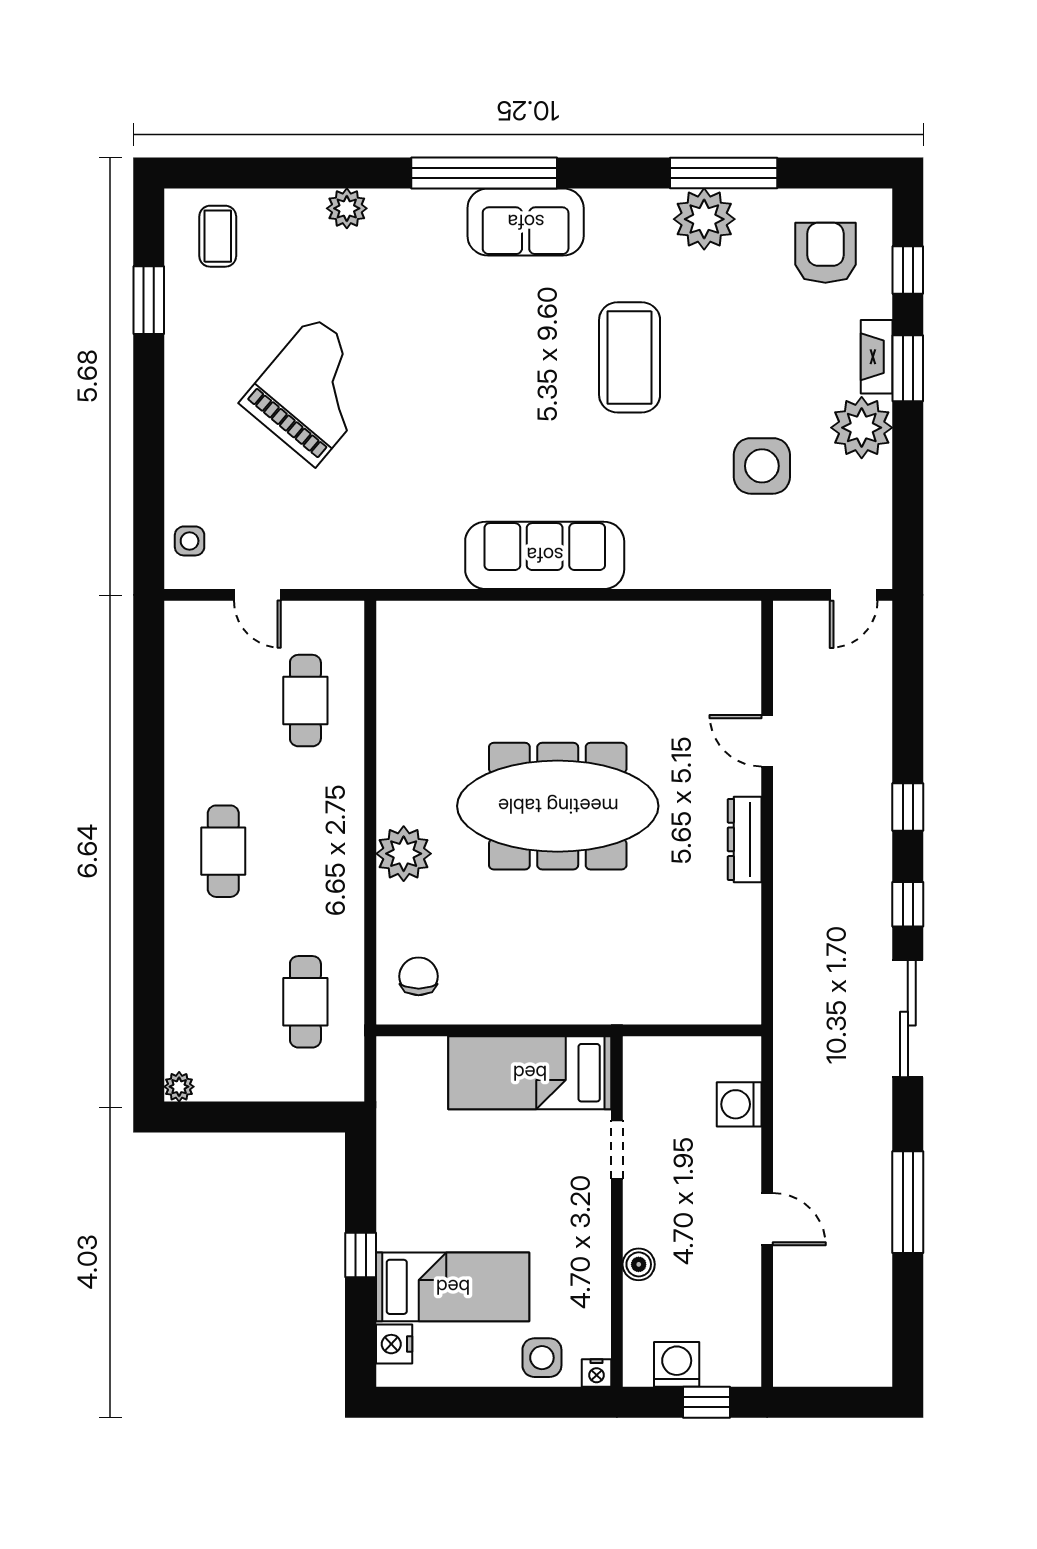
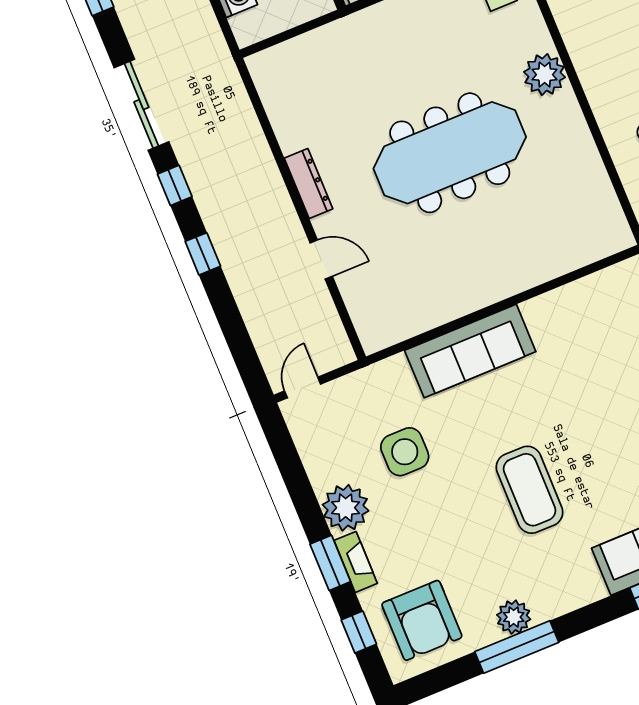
plant: (704, 219) -> (514, 617), width x0.73, depth x0.73
armchair: (825, 253) -> (422, 620), width x1.36, depth x1.36
sofa: (545, 555) -> (470, 351), moved

